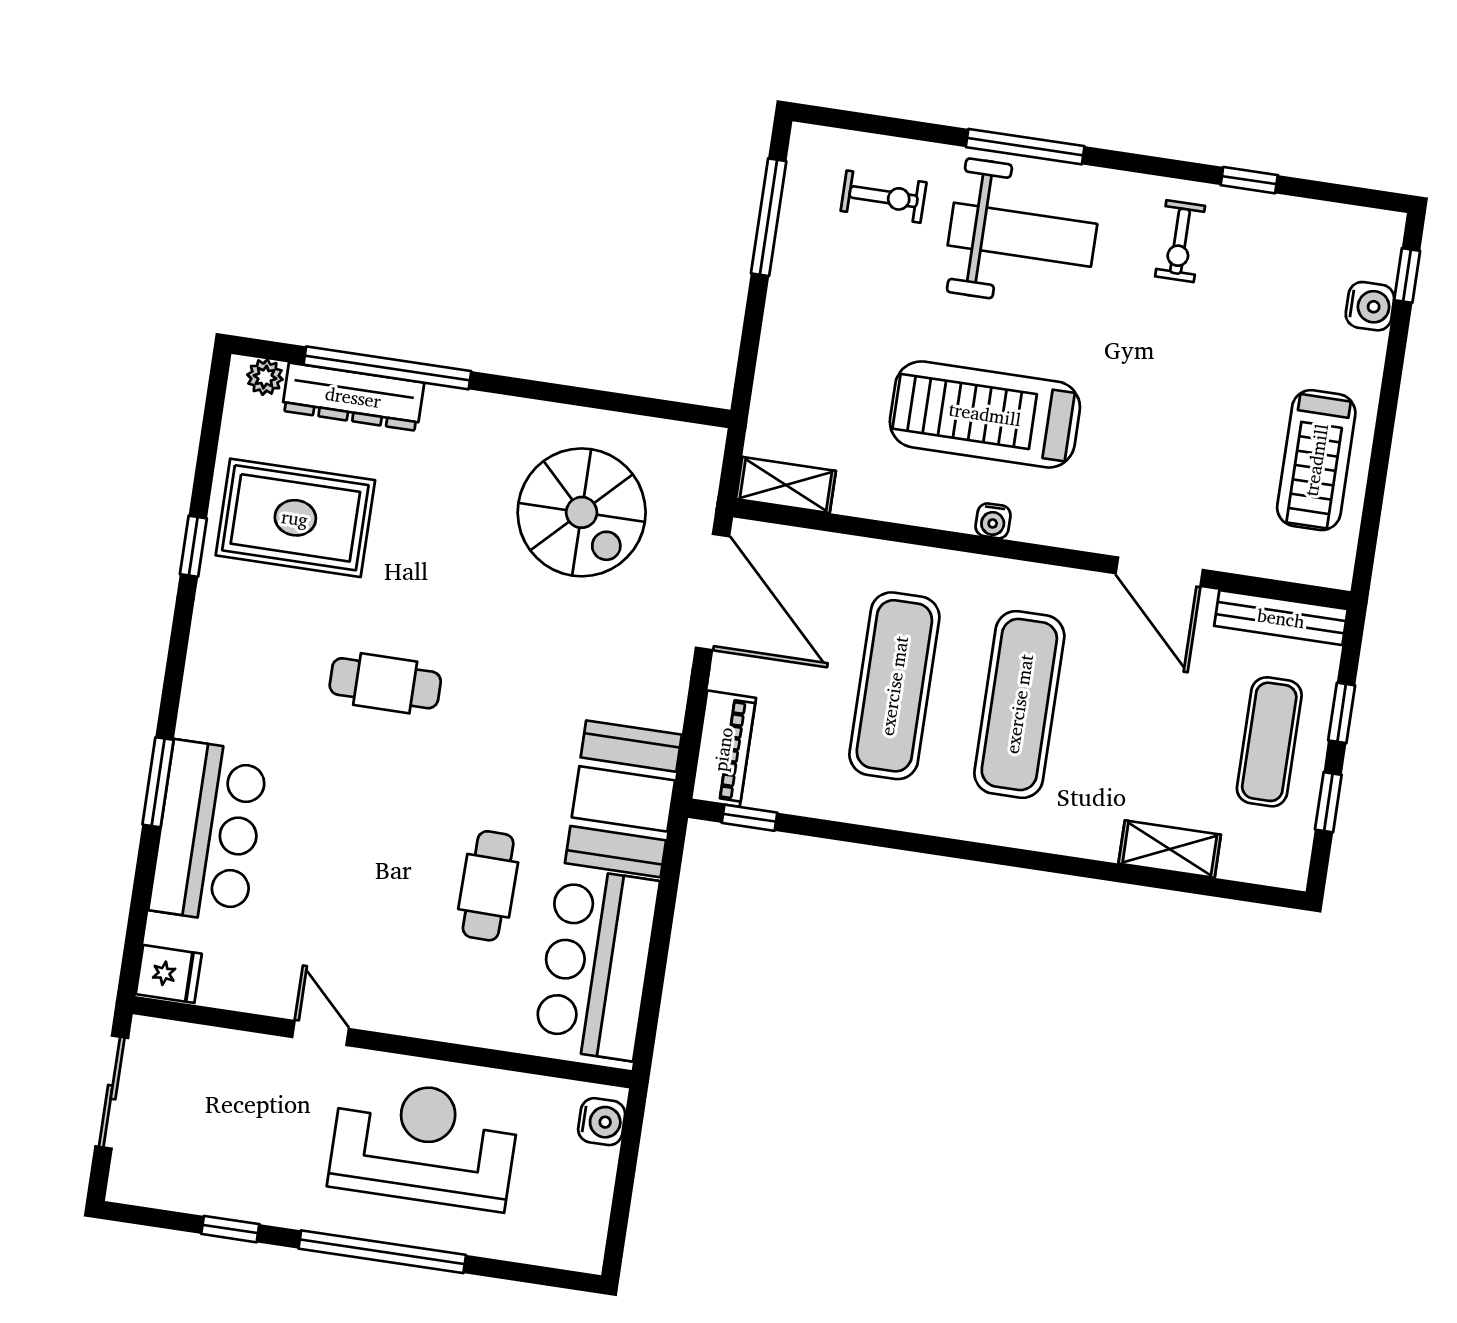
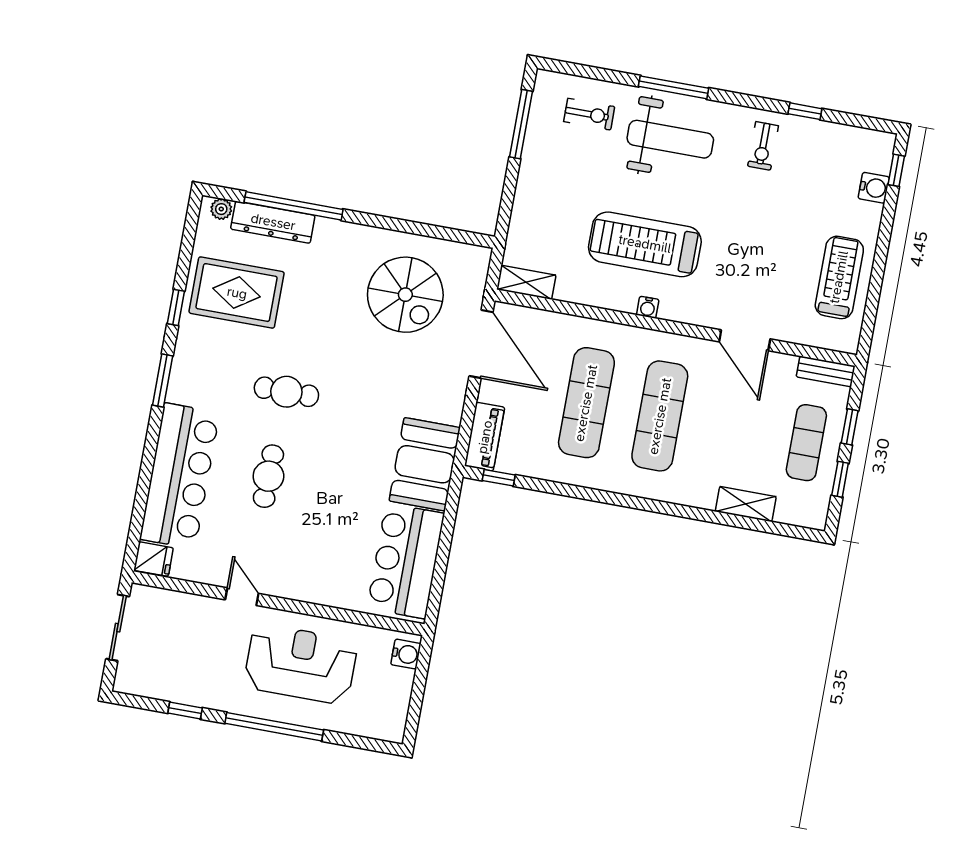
treadmill: (1316, 460) -> (839, 277), turned 180
bench: (1281, 618) -> (826, 371), width x0.73
window: (158, 782) -> (163, 381), moved
bar counter: (209, 832) -> (180, 476), width x1.36
cafe table: (488, 886) -> (268, 476), moved

